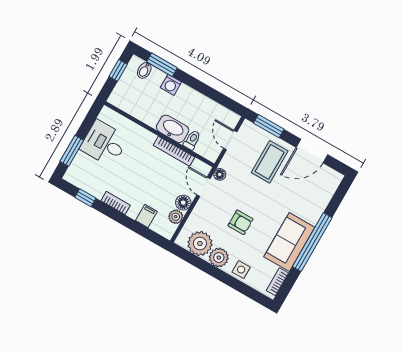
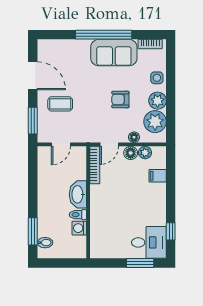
window: (118, 70) -> (57, 263), removed
washing machine: (171, 85) -> (79, 228), moved, turned 180
toilet: (192, 140) -> (78, 215), moved
desk: (104, 143) -> (149, 242), moved, turned -90
bookcase: (174, 151) -> (95, 165), moved
coffee table: (270, 162) -> (60, 104), width x0.73, depth x0.77
floor lamp: (220, 174) -> (134, 137), moved
bookcase: (116, 203) -> (161, 206), removed
armchair: (240, 222) -> (120, 99), turned -90

